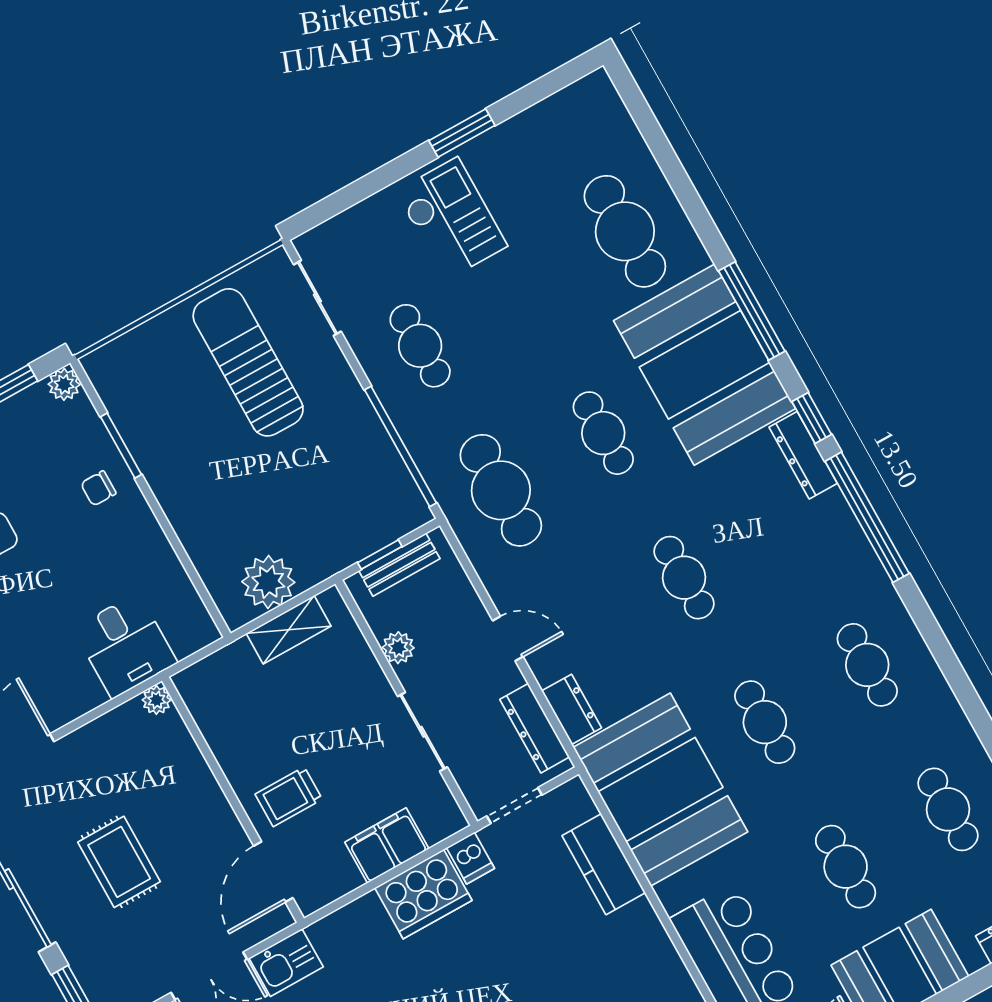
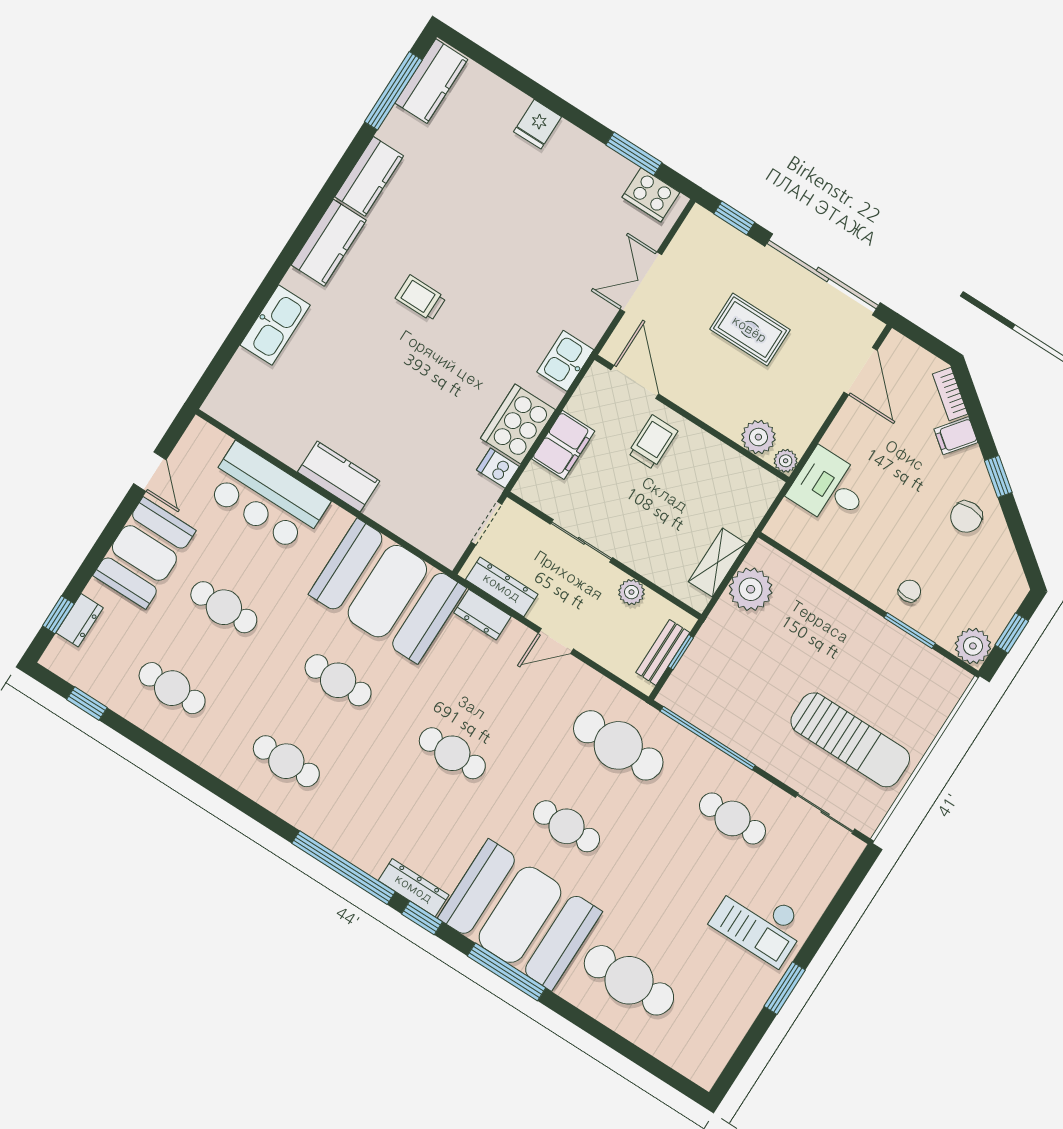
plant: (64, 384) -> (973, 646), width x1.38, depth x1.38
plant: (172, 741) -> (758, 437), added
kitchen counter: (604, 864) -> (339, 477), moved
kitchen sink: (286, 963) -> (565, 361), moved

